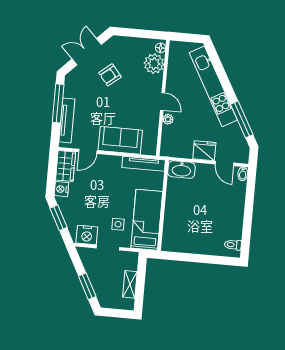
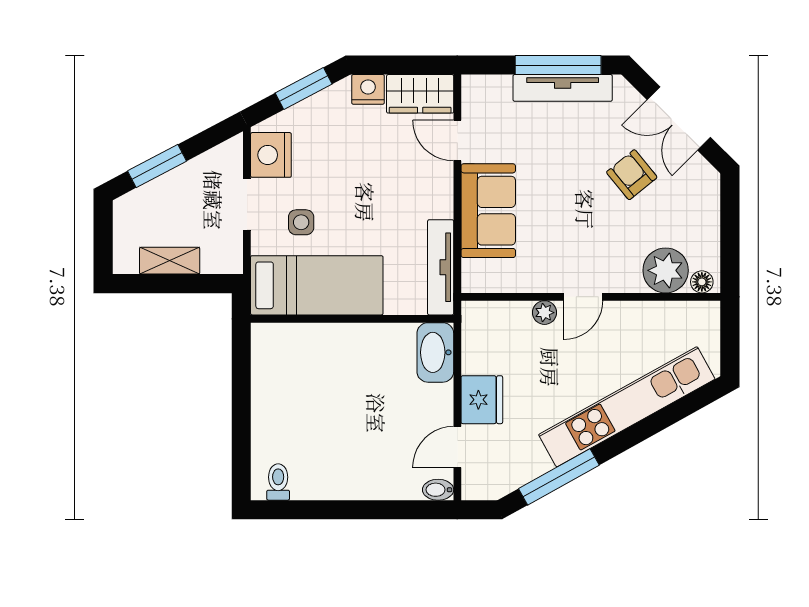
double door: (87, 52) -> (679, 119), swing flipped
tv unit: (67, 120) -> (563, 88), moved

